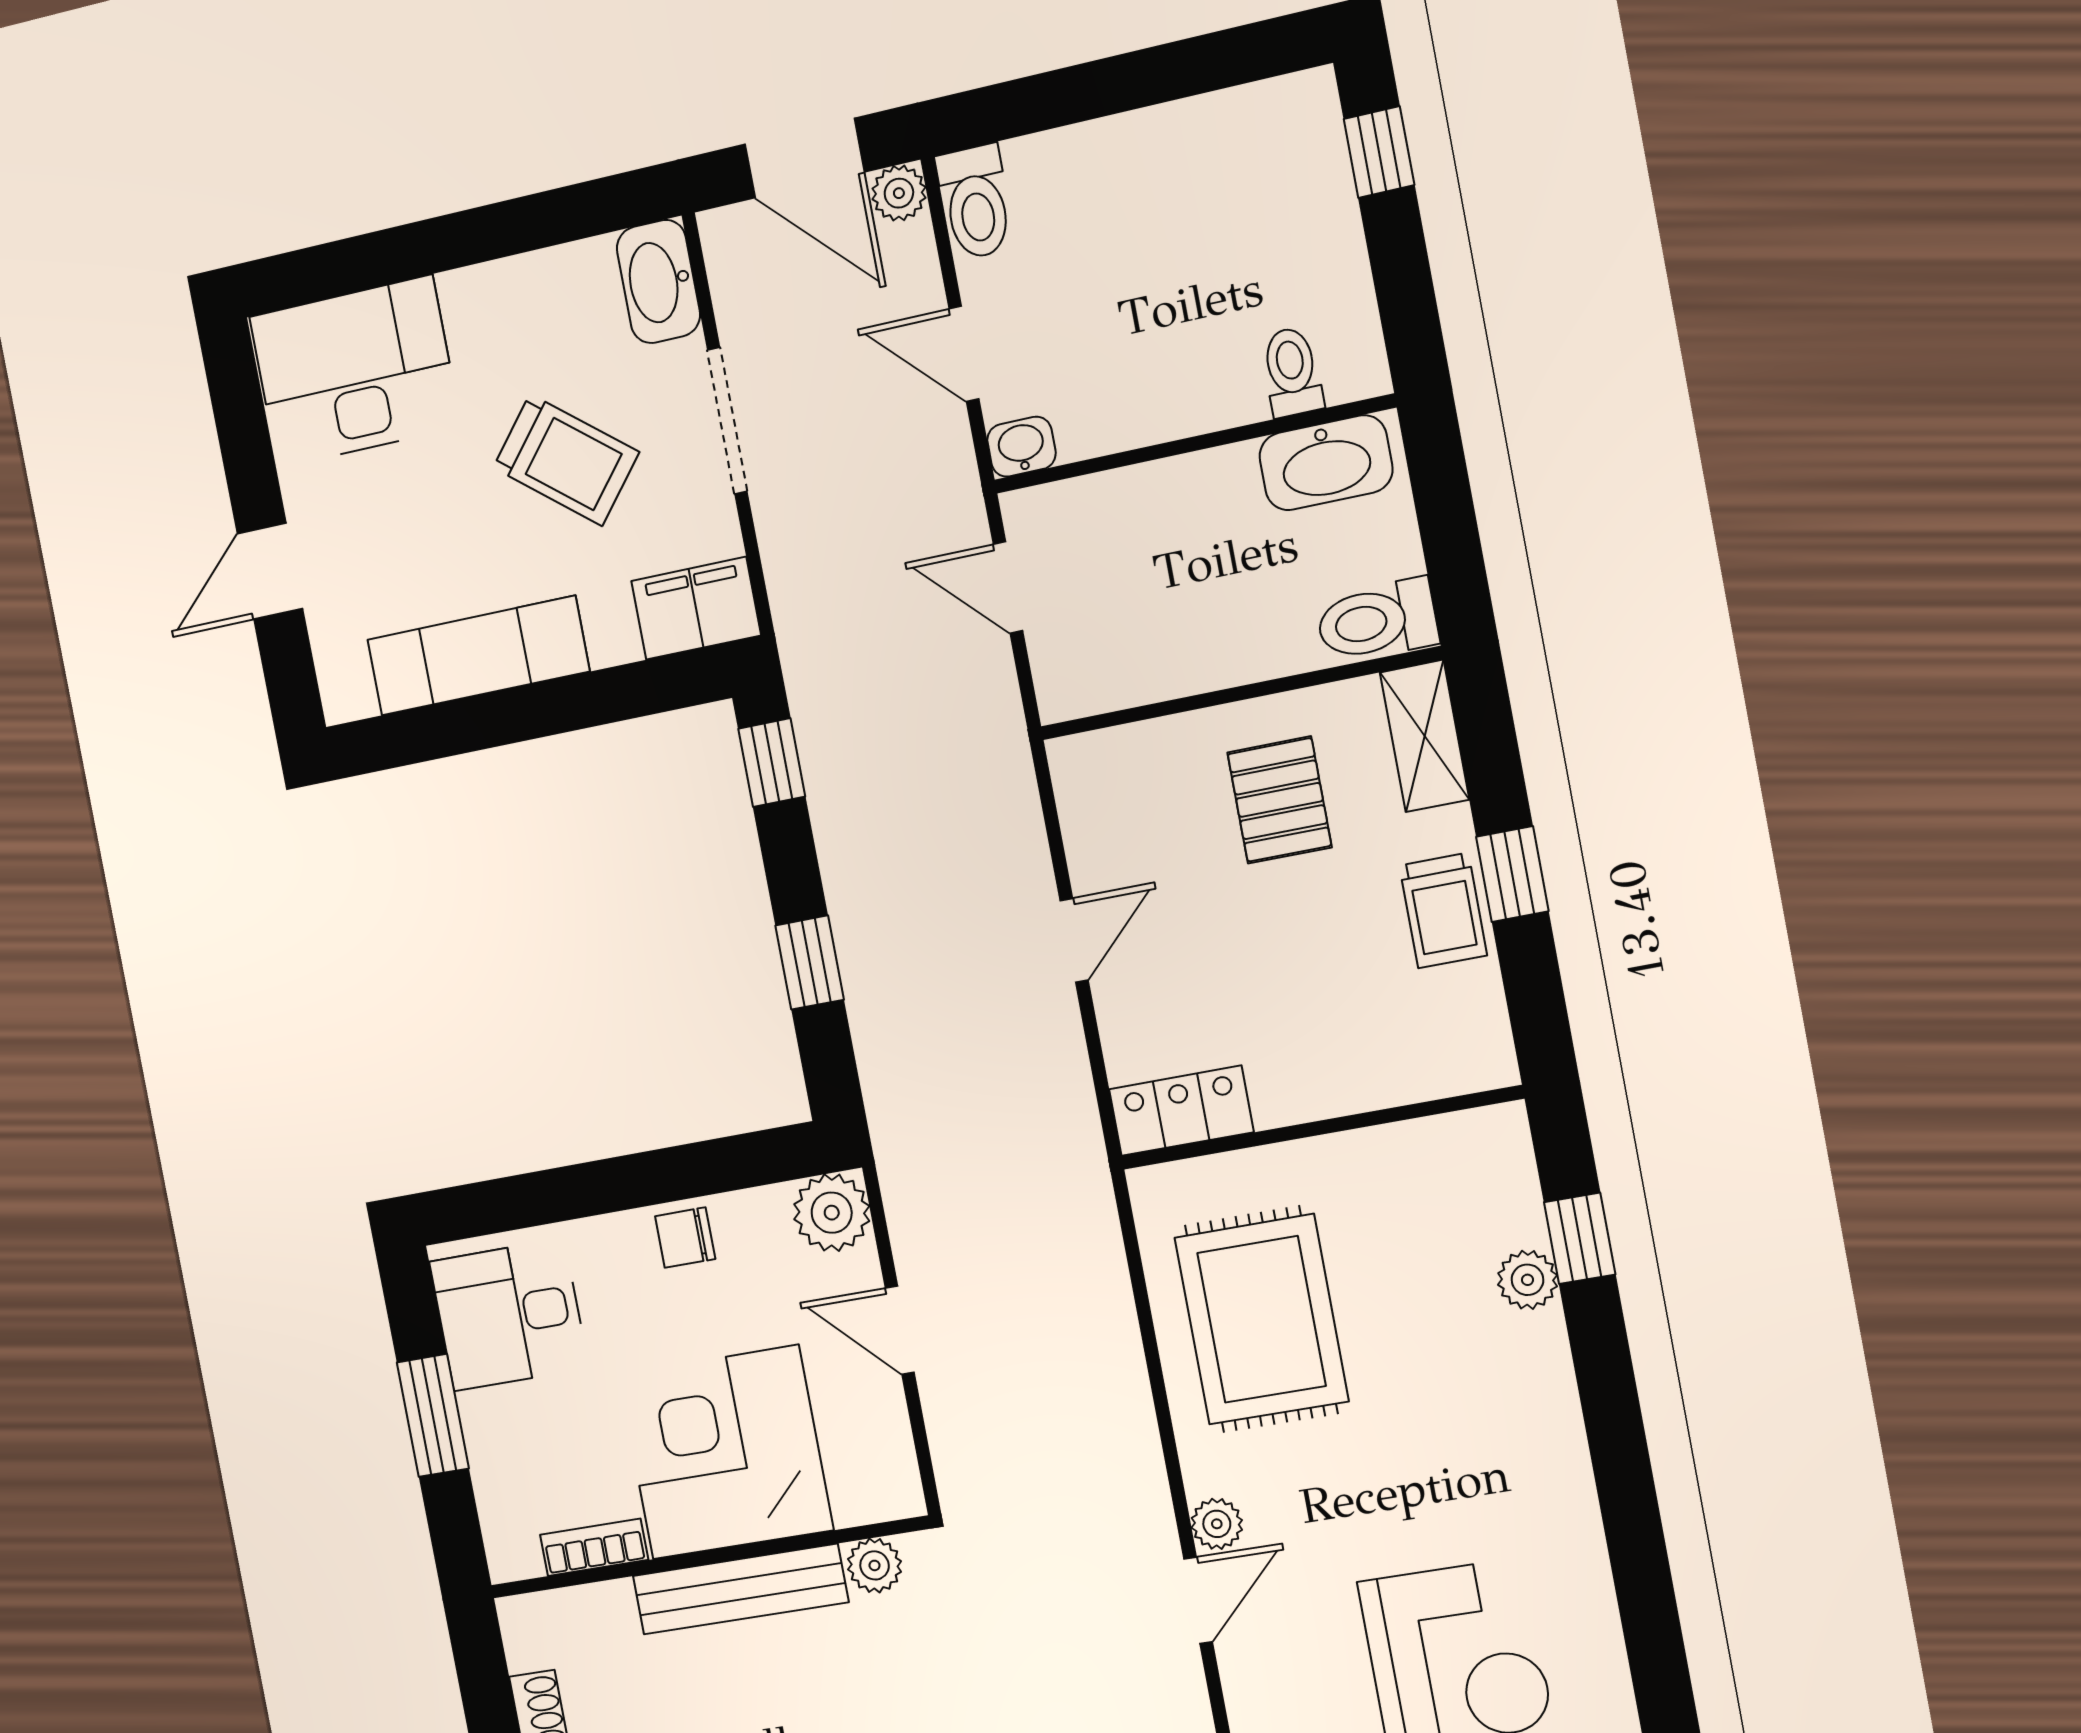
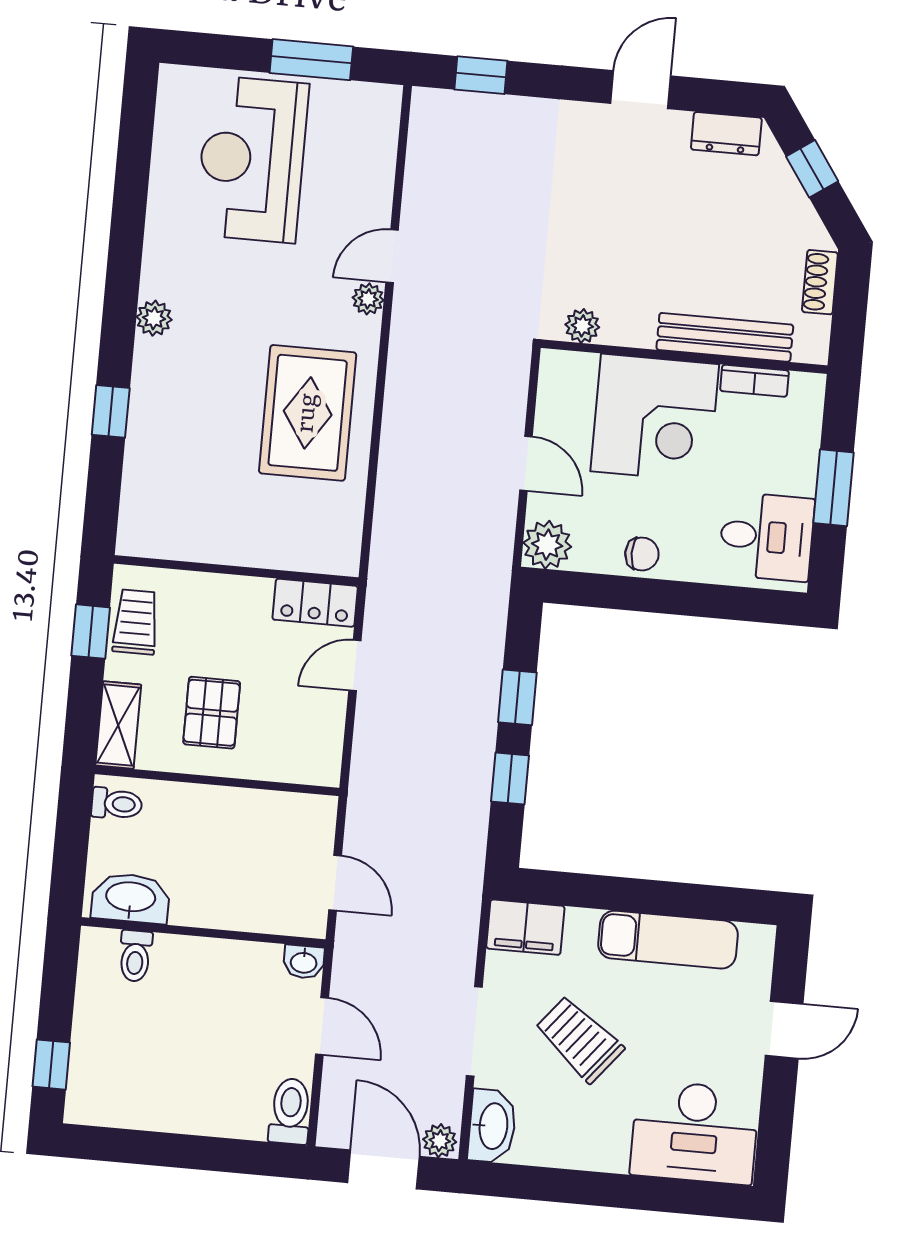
plant: (899, 193) -> (440, 1141), moved
toilet: (1377, 621) -> (117, 804), width x0.73, depth x0.72
window: (772, 763) -> (510, 778), moved
locker: (1181, 1111) -> (315, 603), moved
wall: (1321, 1128) -> (236, 571), moved
plant: (1527, 1280) -> (154, 318), moved
bench: (740, 1589) -> (725, 337), moved

